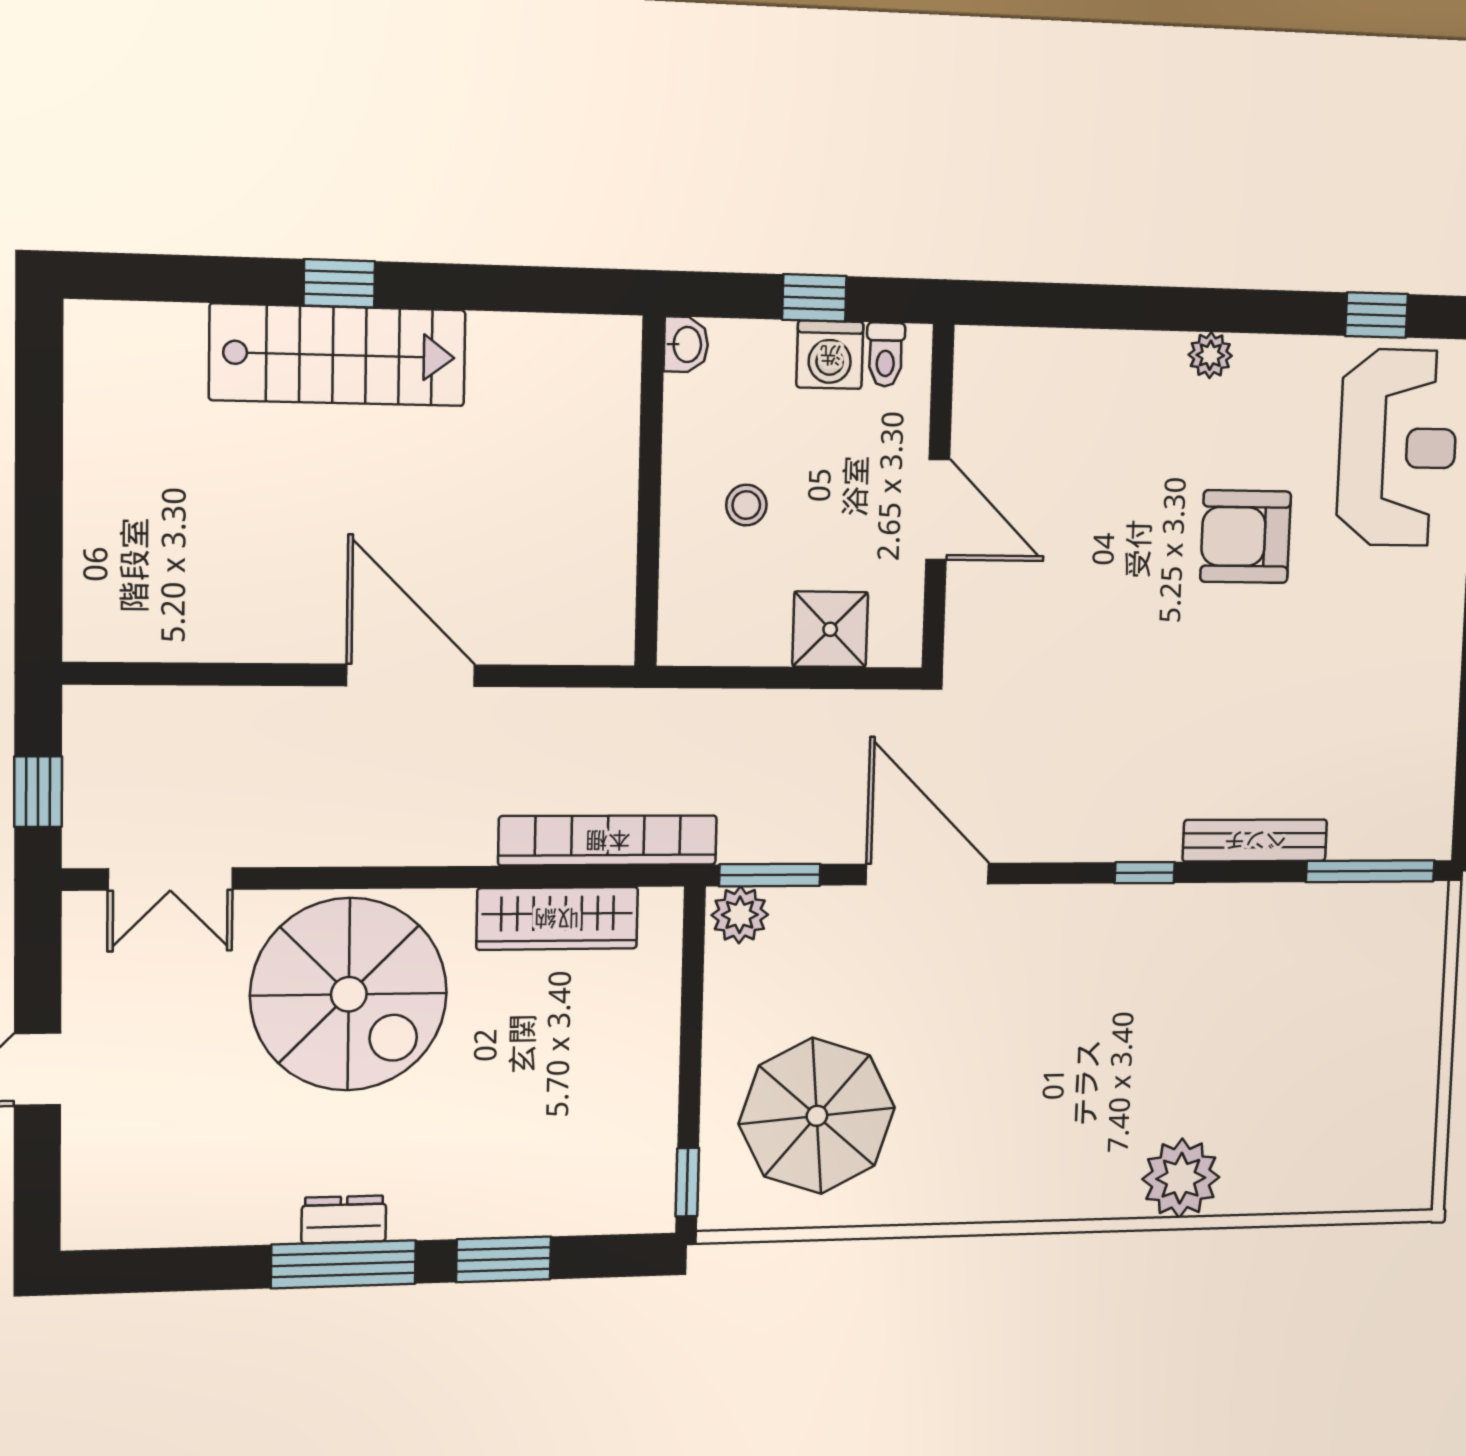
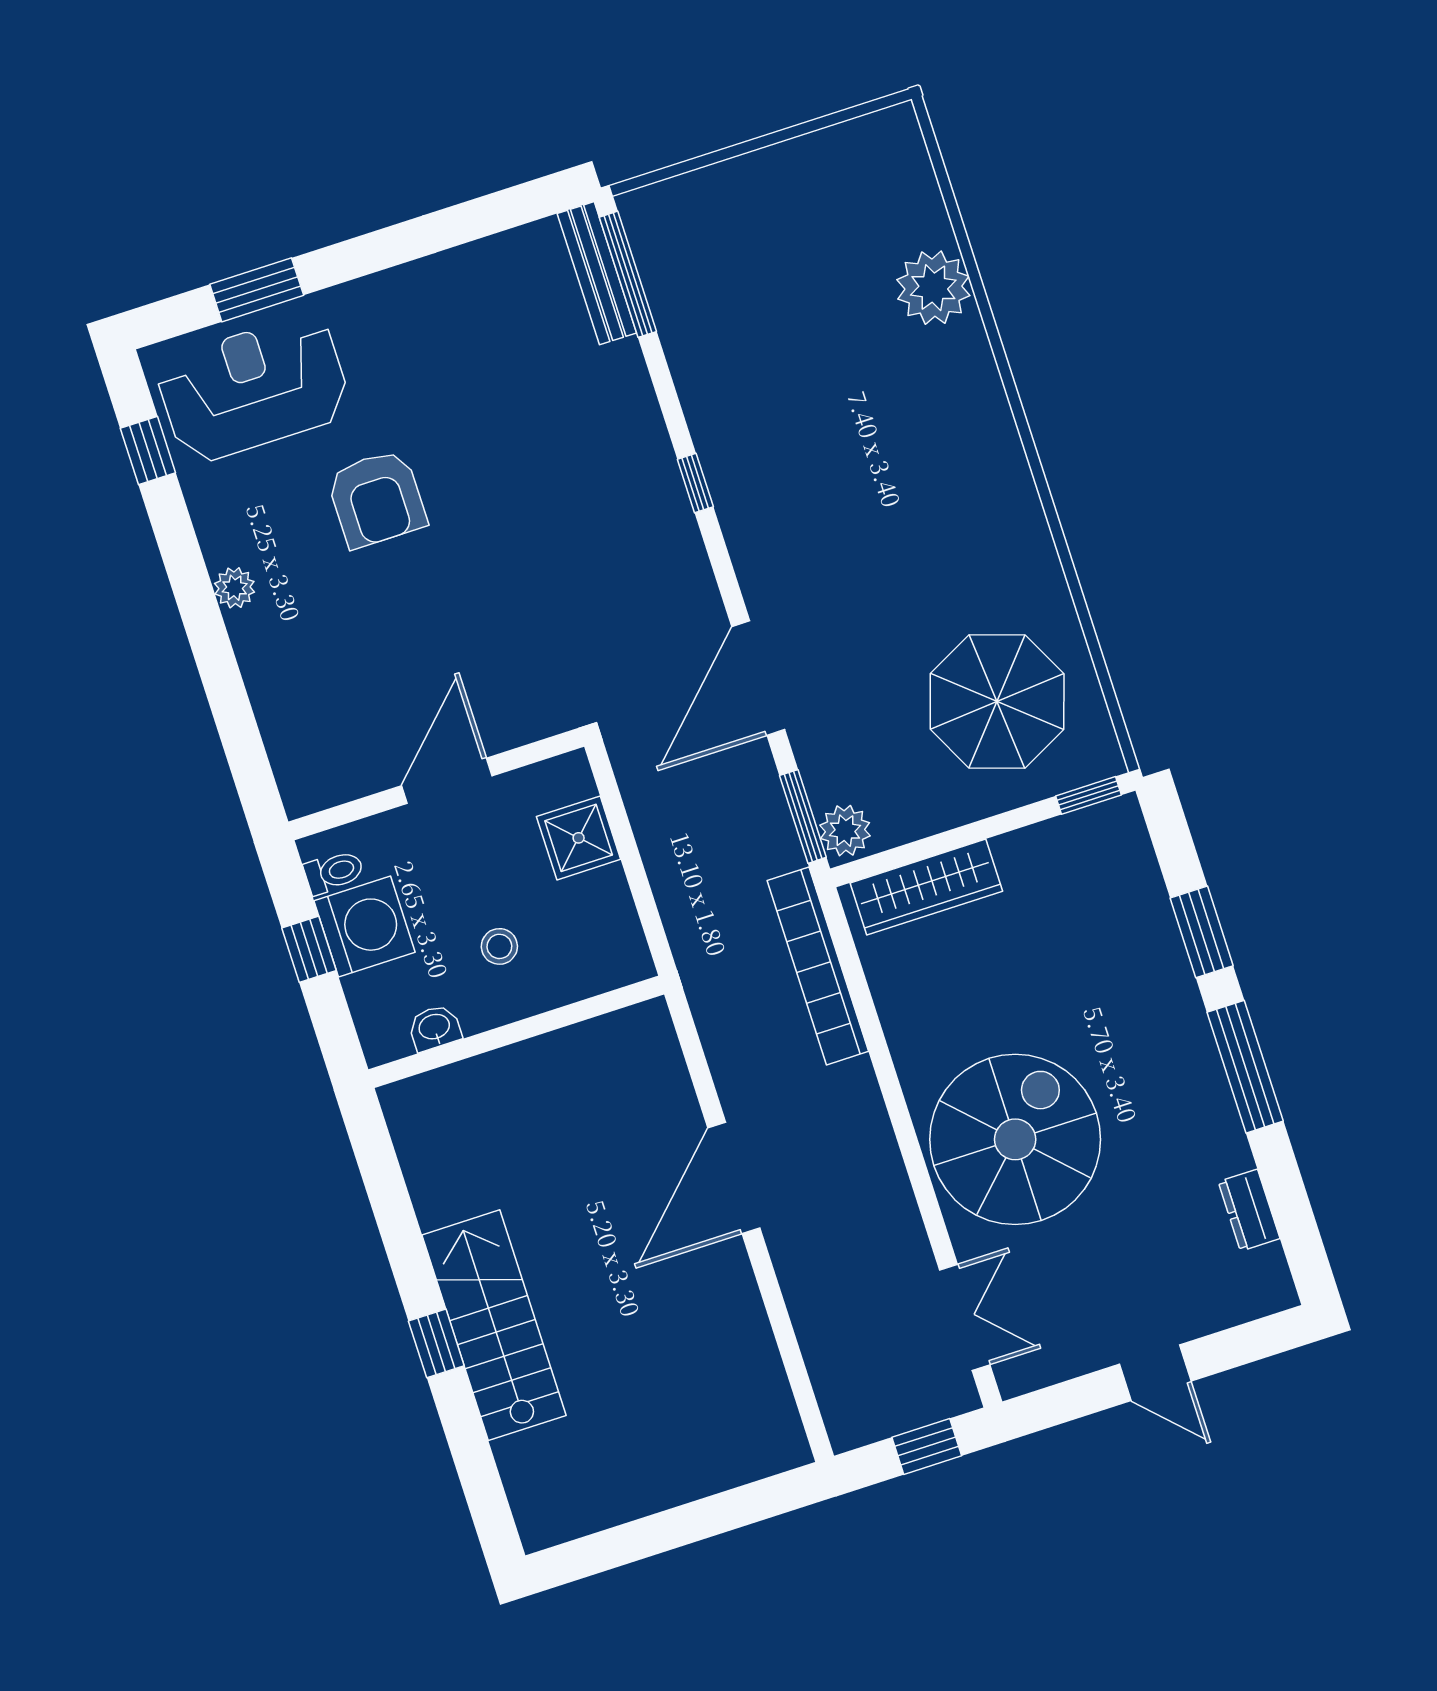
washbasin: (686, 344) -> (435, 1028), moved
washing machine: (830, 355) -> (365, 927), width x1.37, depth x1.37
bench: (1255, 840) -> (597, 273), moved
wardrobe: (557, 918) -> (926, 887), moved, turned 90
plant: (1181, 1178) -> (933, 288), moved
dresser: (344, 1219) -> (1249, 1210), moved

